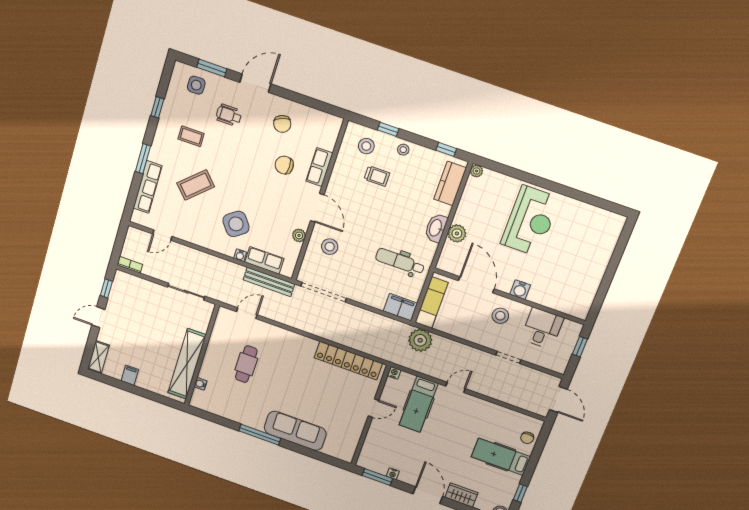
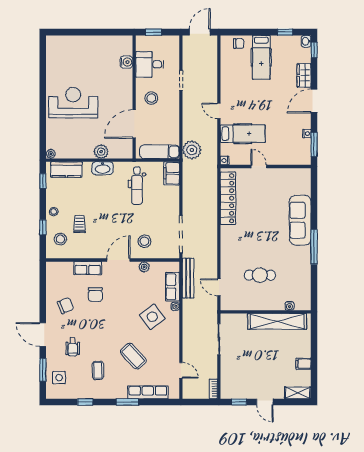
water cooler: (520, 290) -> (126, 62), moved

